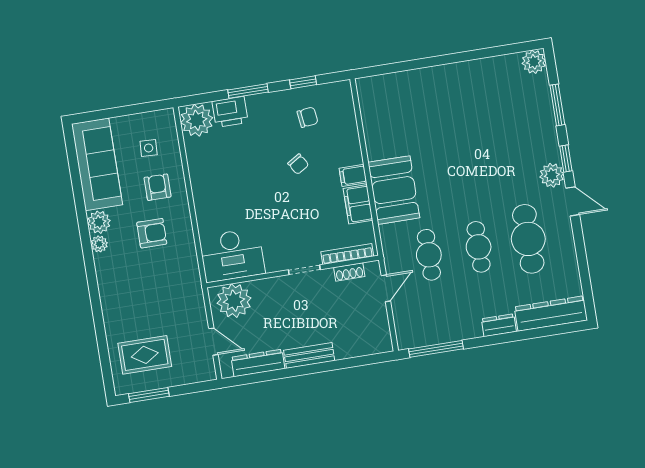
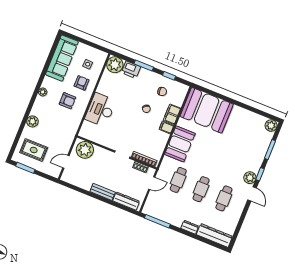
booth: (405, 103) -> (207, 110), added
filing cabinet: (358, 204) -> (172, 114), moved
plant: (99, 222) -> (32, 121), moved
cafe table: (528, 239) -> (224, 198), width x0.73, depth x0.74
desk: (232, 255) -> (100, 110), moved, turned 90
door: (213, 342) -> (66, 162), swing flipped
dresser: (258, 363) -> (126, 201), moved

